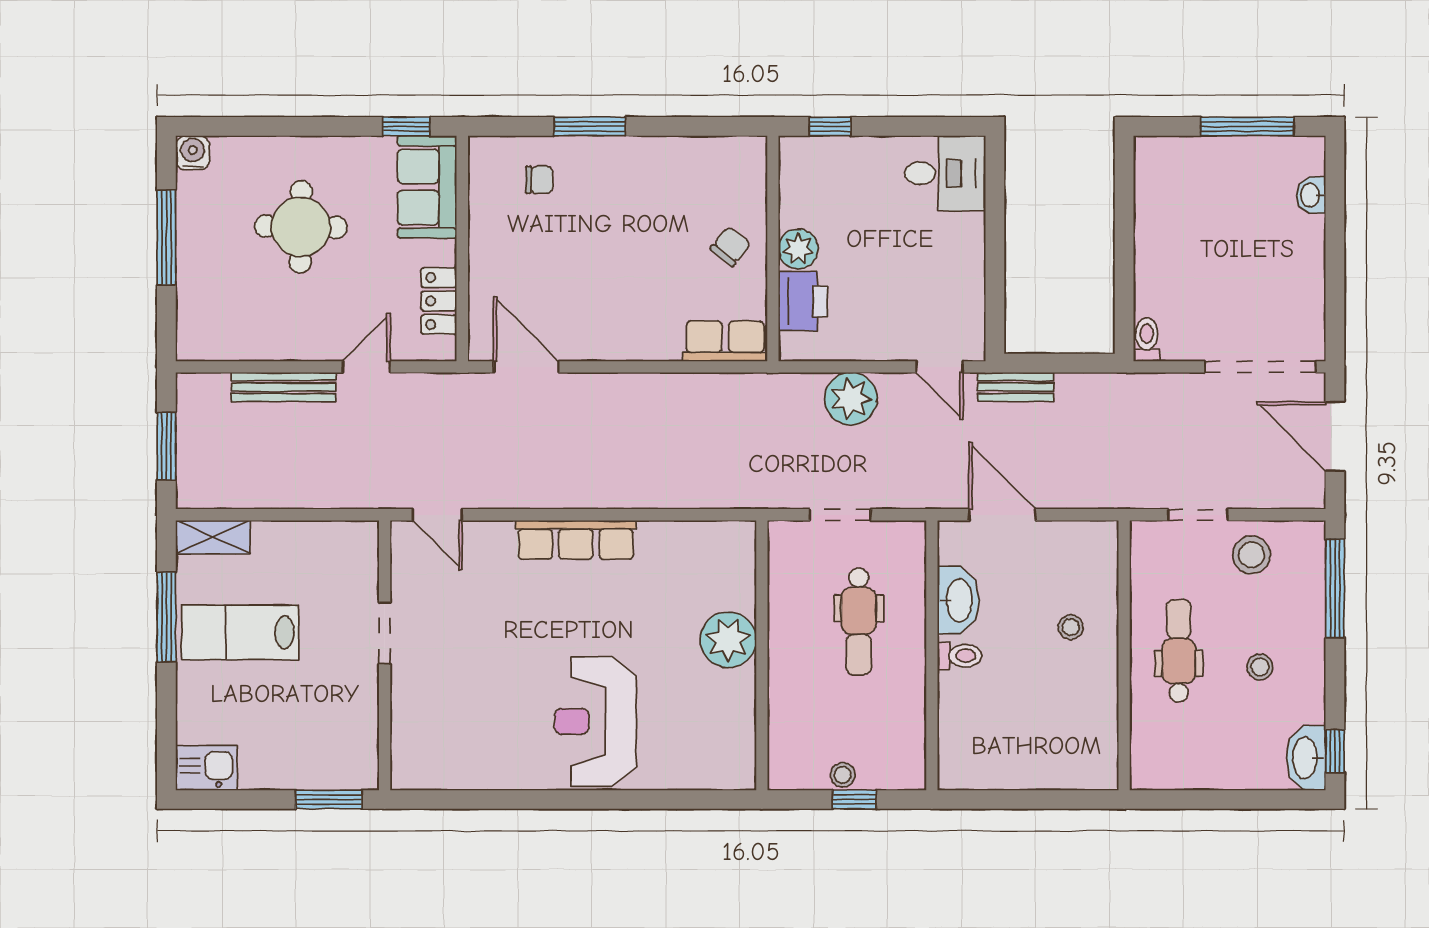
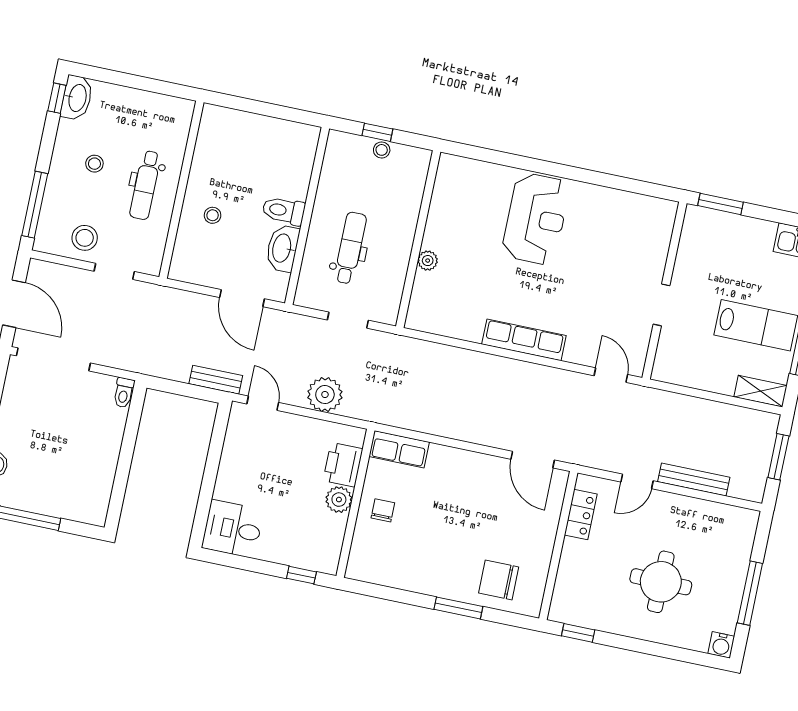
chair: (539, 180) -> (499, 580), width x1.87, depth x1.87
sofa: (427, 187) -> (573, 591), removed
chair: (730, 246) -> (383, 510), turned 141
plant: (728, 640) -> (428, 261), width x0.53, depth x0.53
toilet: (960, 656) -> (284, 211), width x1.37, depth x1.39

